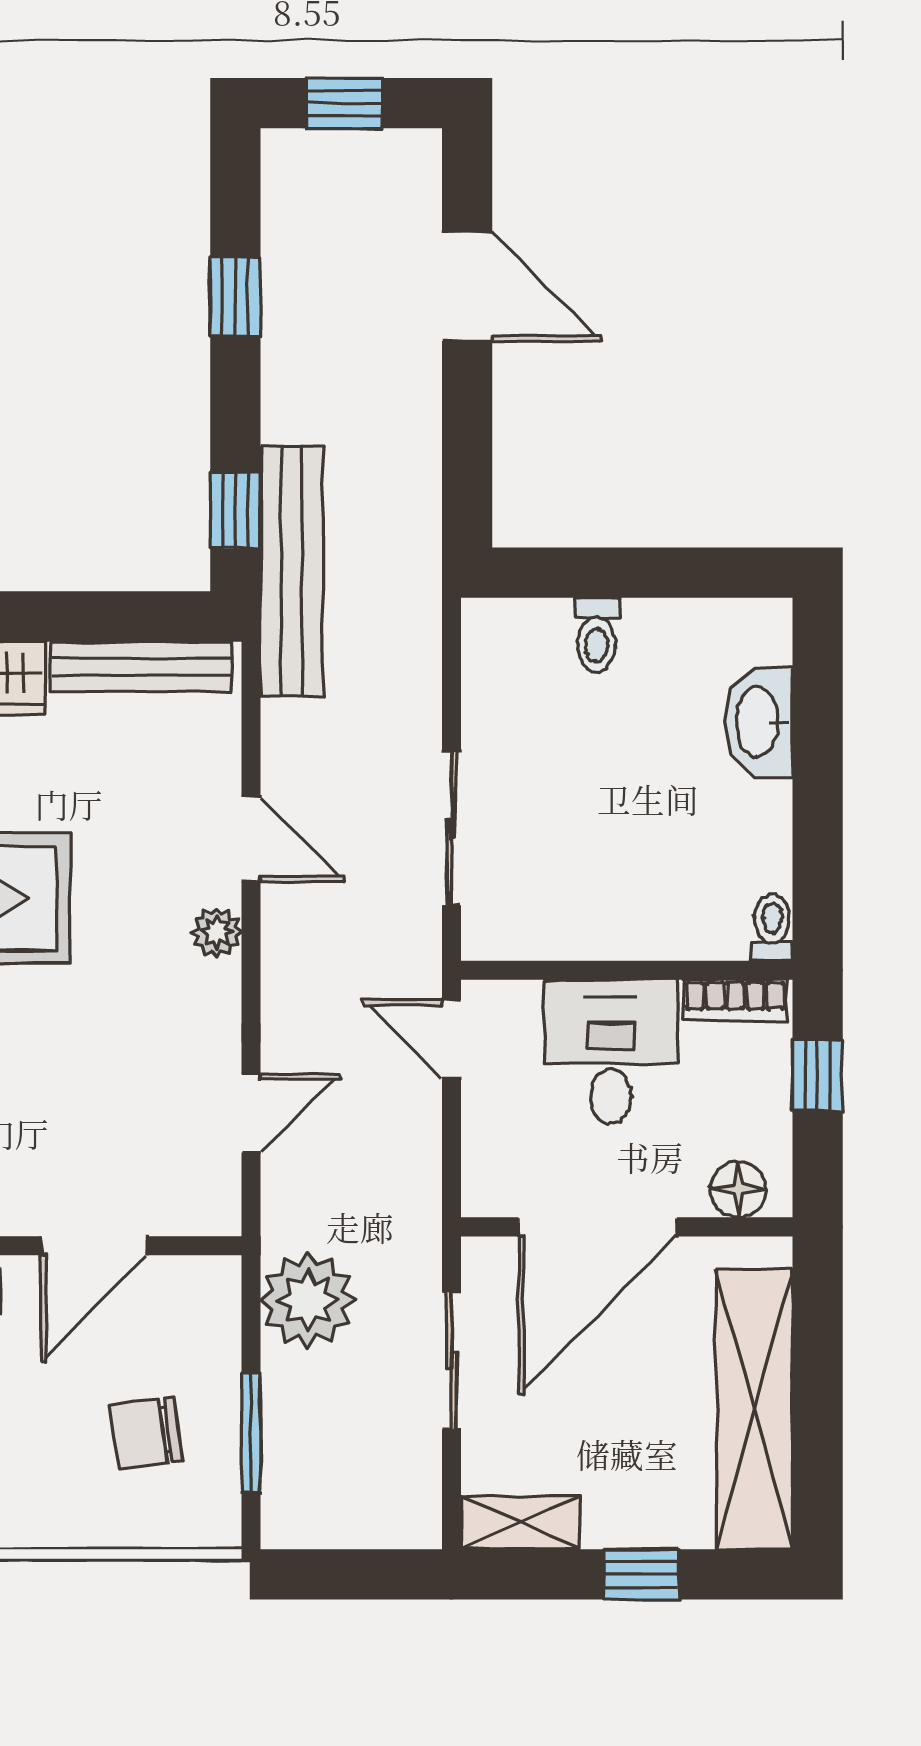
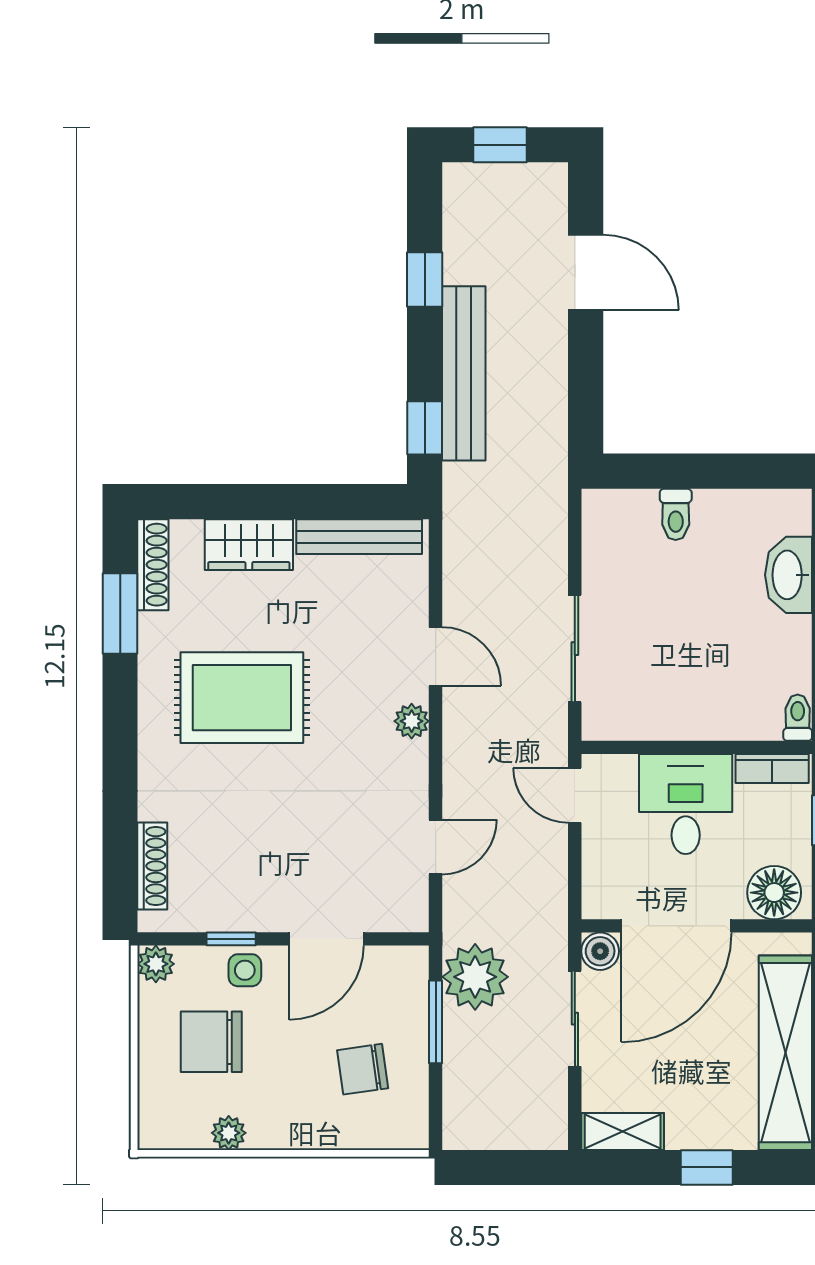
bench: (292, 571) -> (464, 373), moved
floor lamp: (738, 1189) -> (774, 893), width x1.38, depth x1.38
boiler: (488, 1263) -> (600, 951), added
window: (251, 1433) -> (436, 1022), moved

